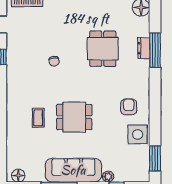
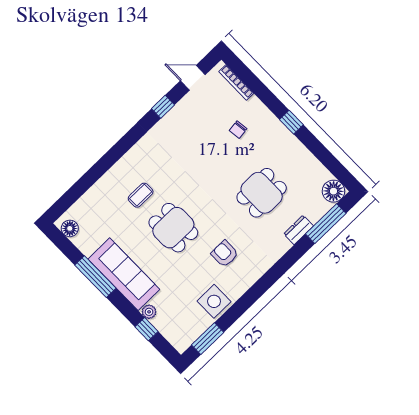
window: (155, 50) -> (326, 224), moved
chair: (54, 61) -> (238, 130), moved
armchair: (129, 107) -> (225, 254), moved, turned -90

